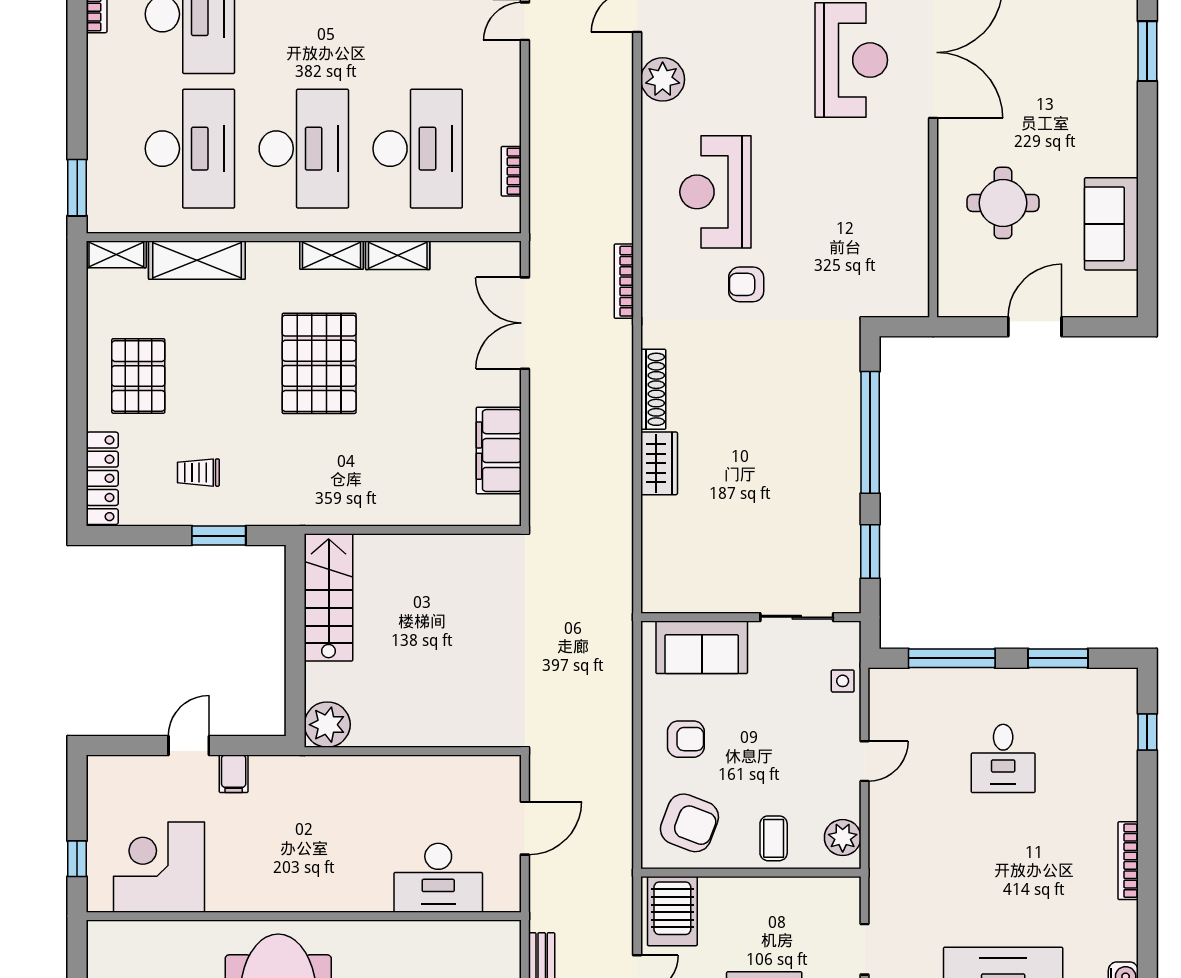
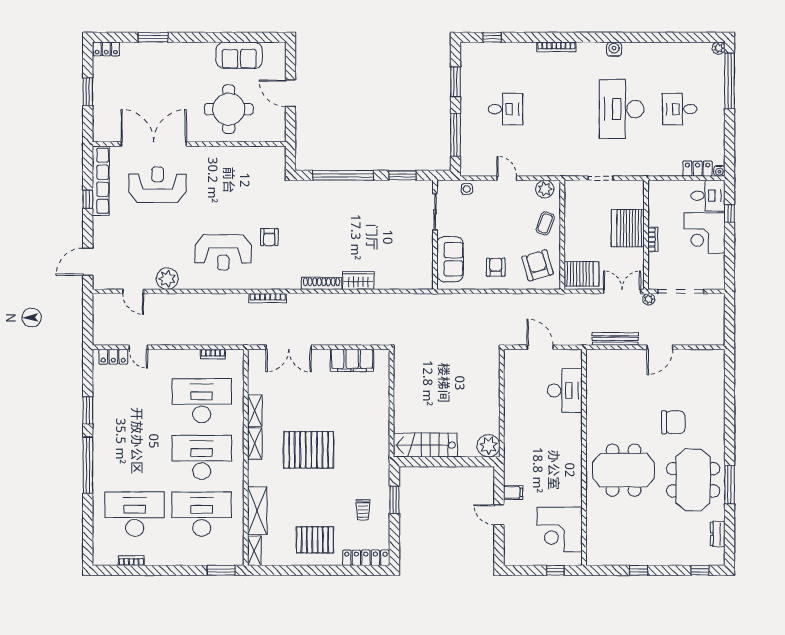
round table: (1003, 203) -> (229, 109), width x1.36, depth x1.36
armchair: (689, 823) -> (538, 265), turned -38
coffee table: (774, 838) -> (545, 223), turned -69

